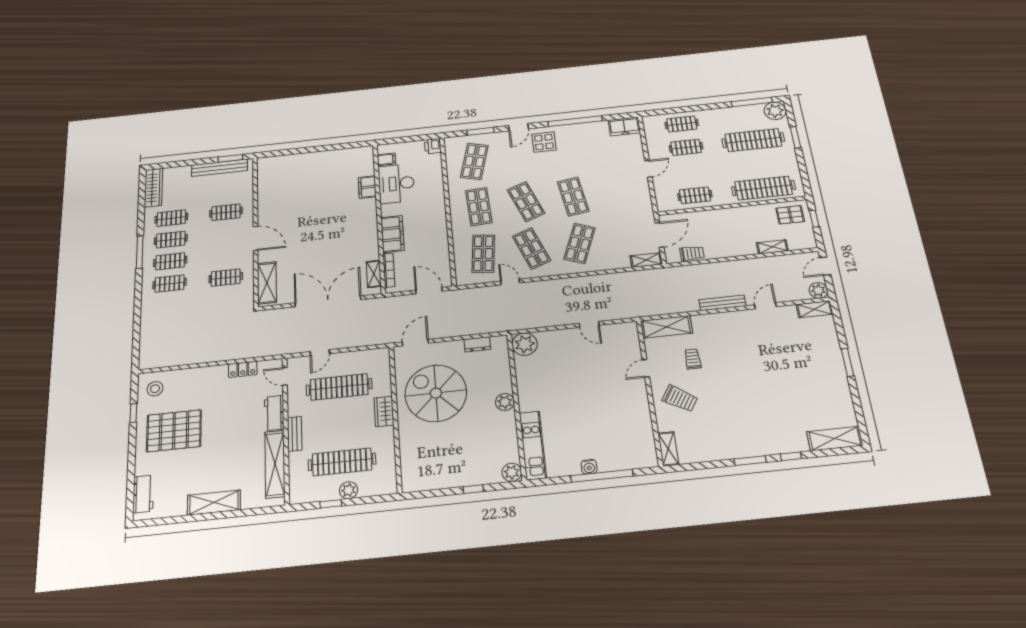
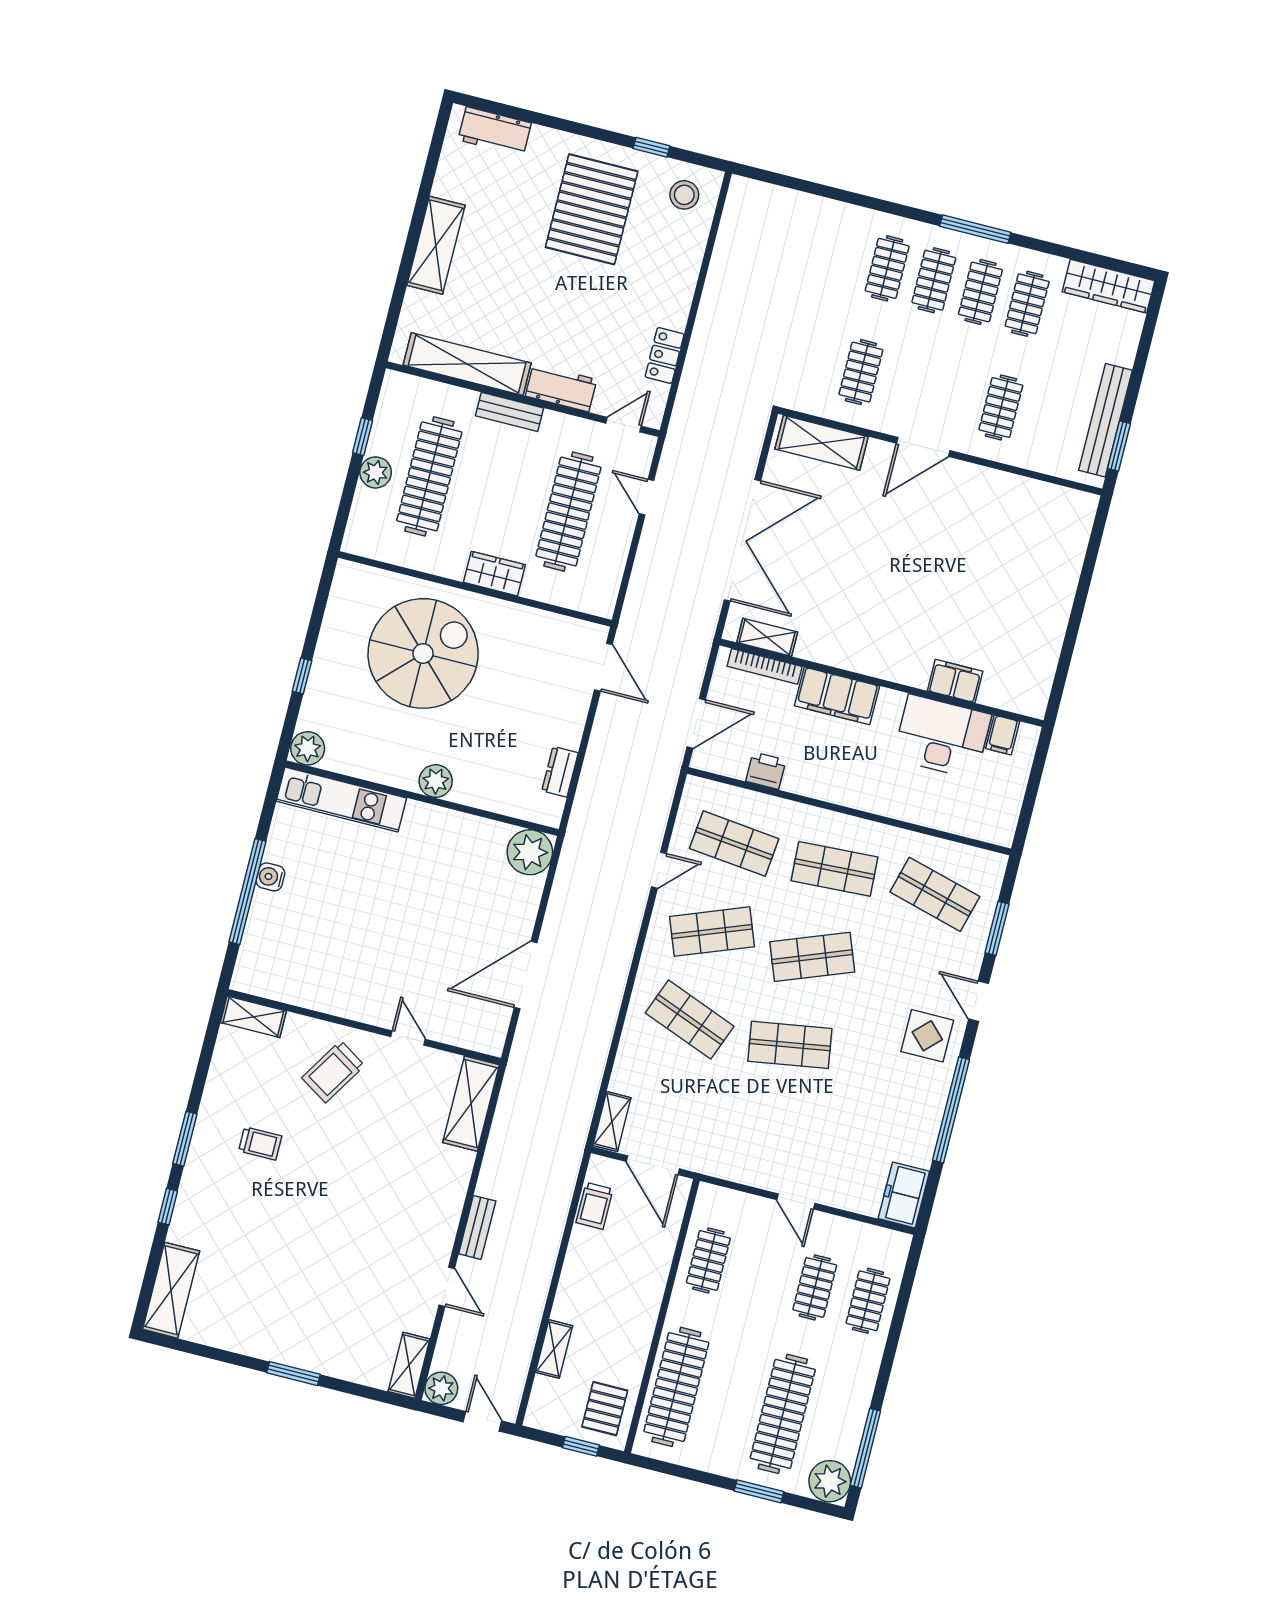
printer: (433, 146) -> (766, 771), moved
bench: (722, 303) -> (477, 1227), width x0.73
door: (589, 324) -> (526, 975), width x1.87
trolley: (693, 359) -> (260, 1143), moved
spiral stairs: (436, 393) -> (423, 653), moved

